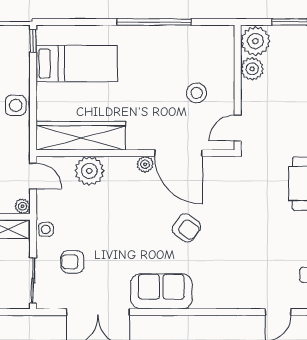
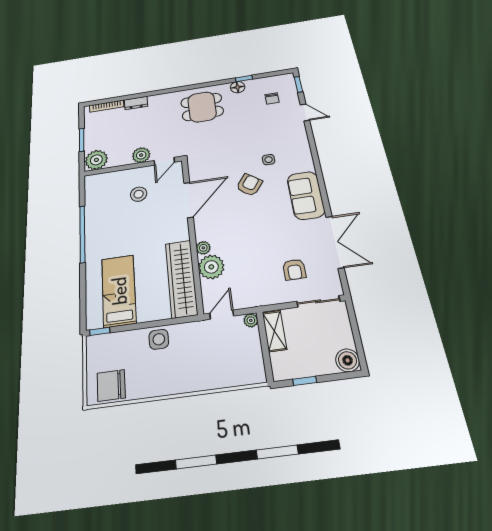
plant: (252, 69) -> (141, 155), moved
door: (238, 128) -> (164, 161), hinge flipped
plant: (145, 164) -> (203, 248), moved
side table: (46, 229) -> (269, 160), moved

